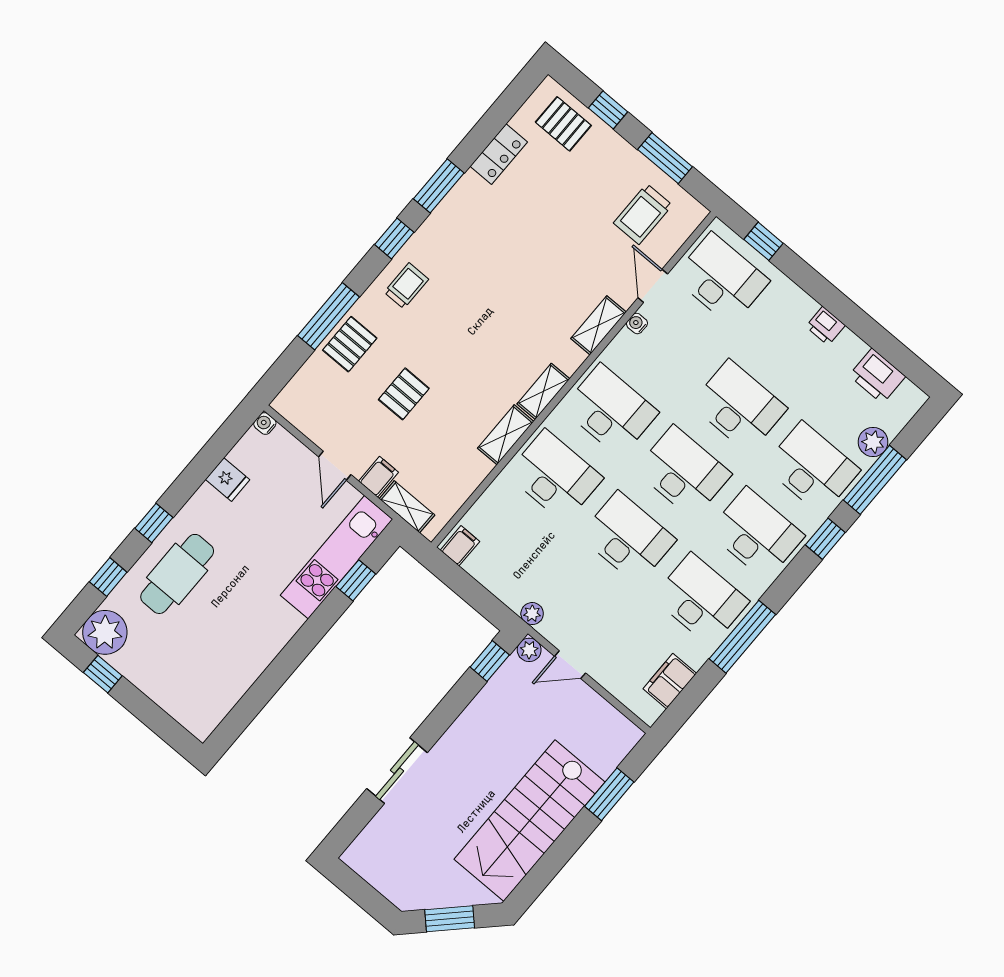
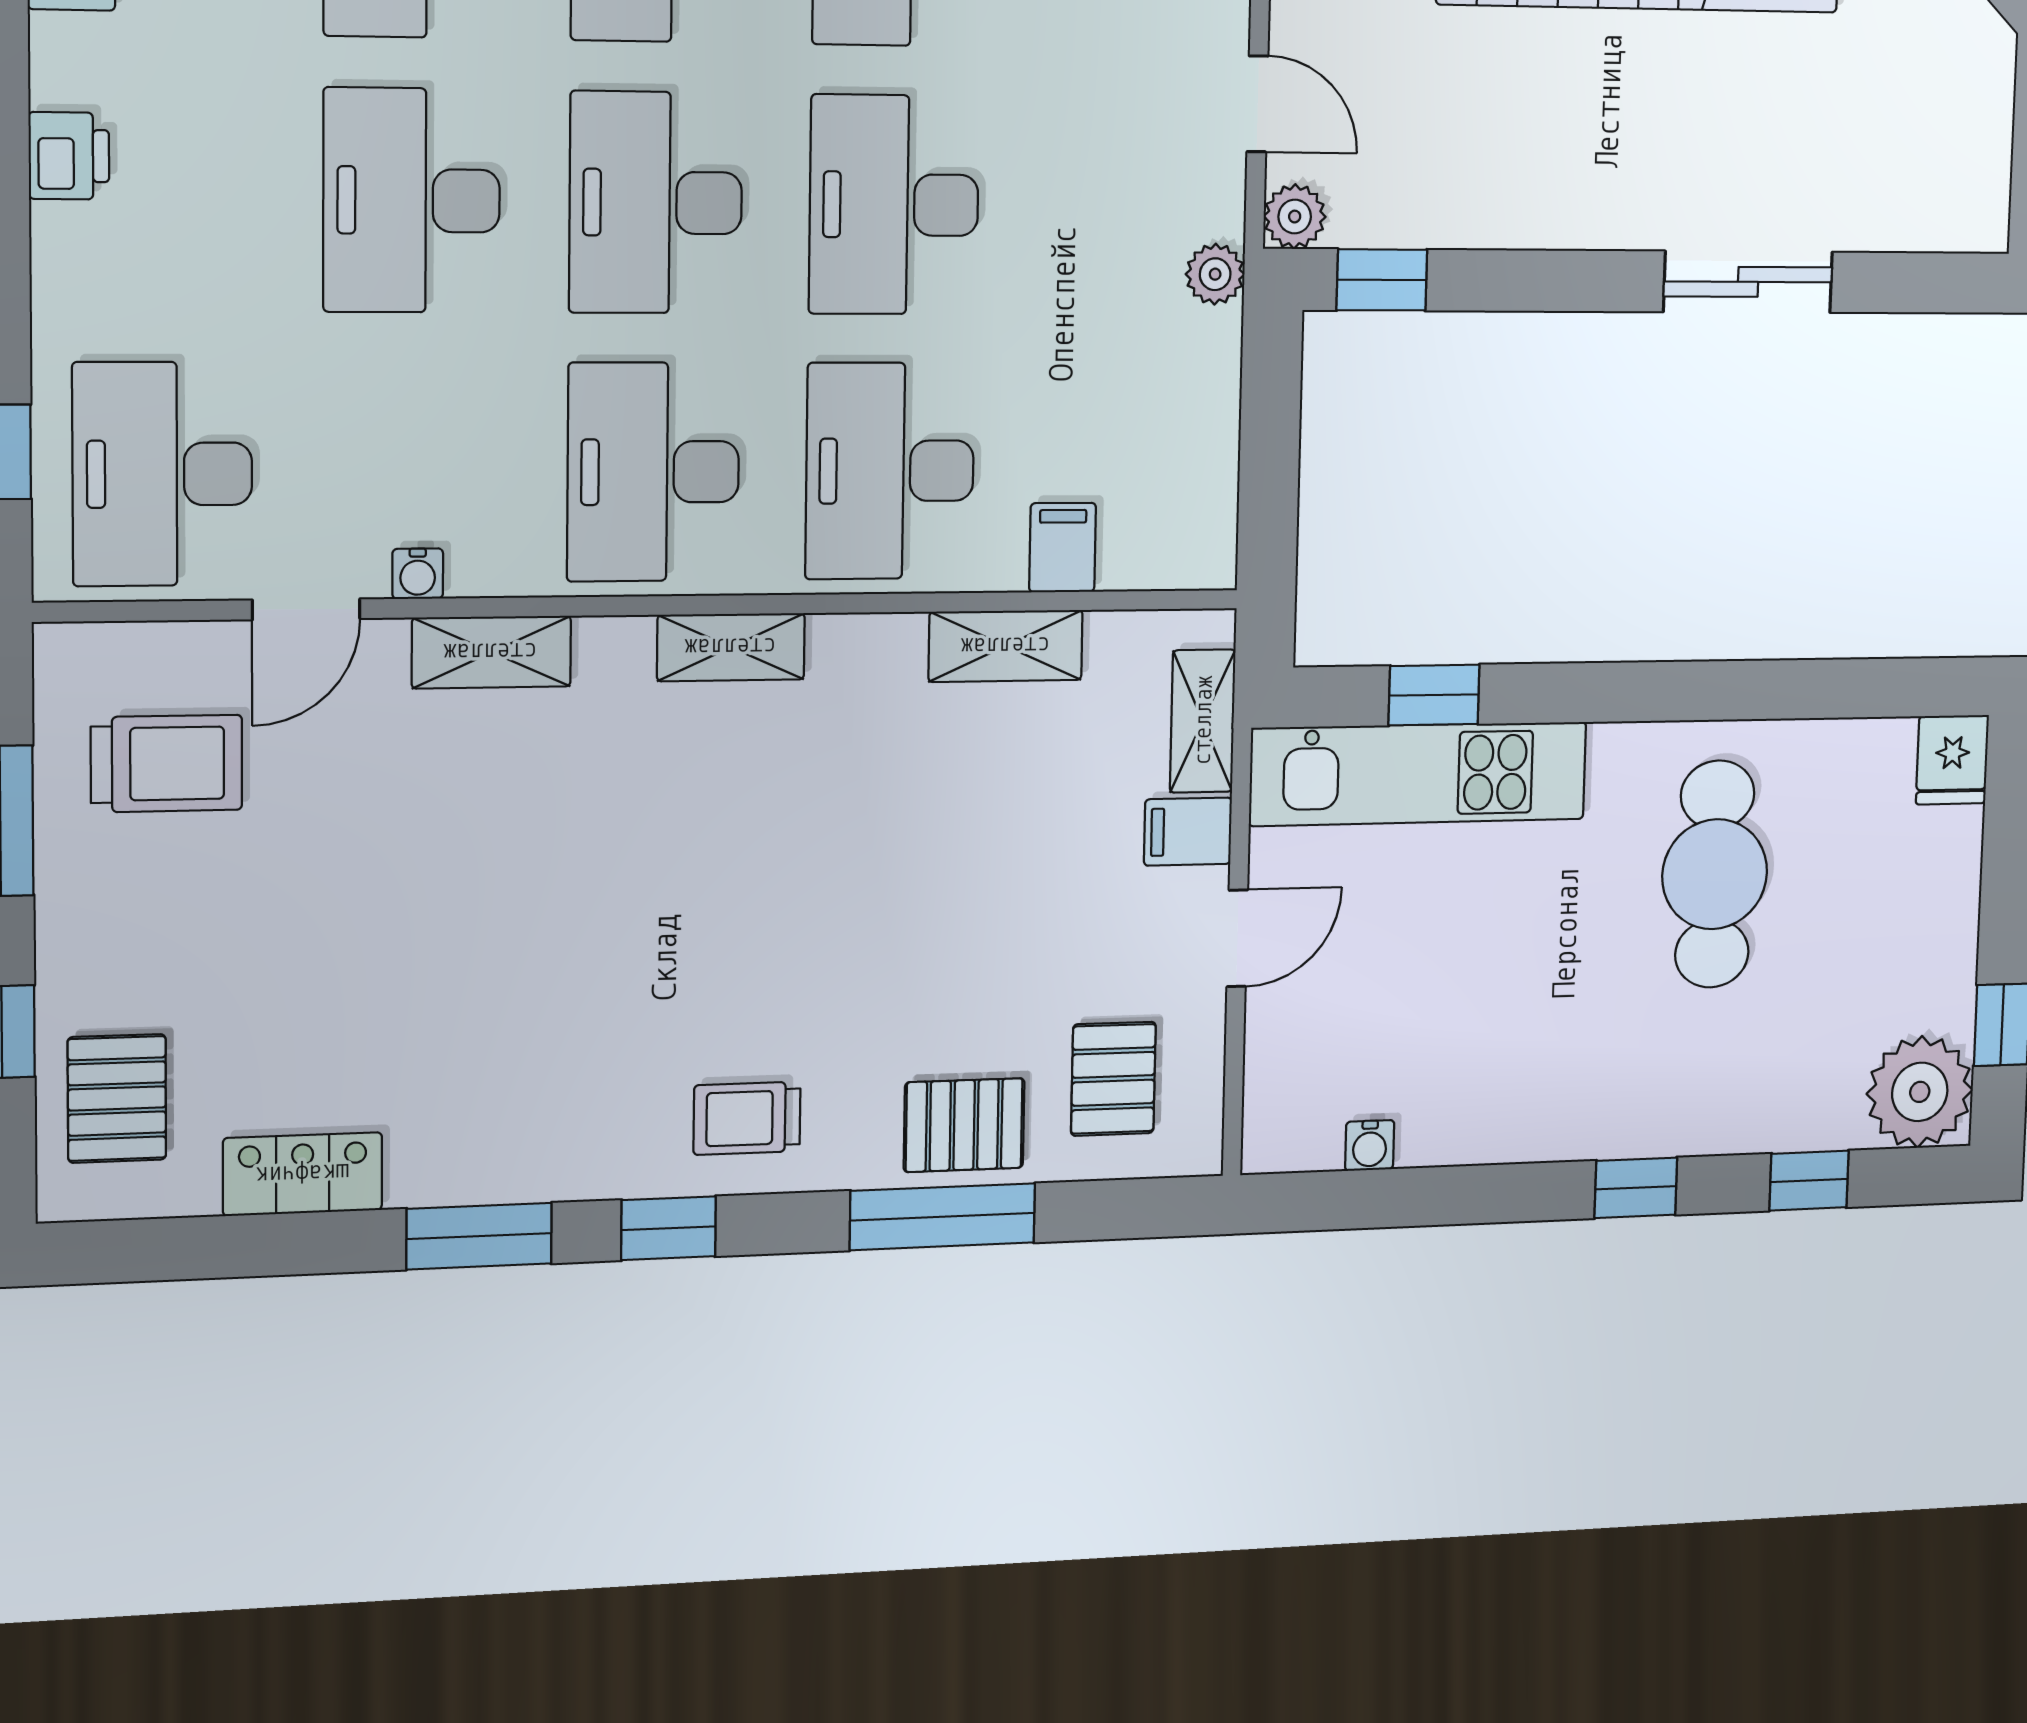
pallet: (404, 394) -> (1113, 1079), moved, turned 90
water cooler: (265, 423) -> (1370, 1145), moved
shelving: (506, 435) -> (1006, 646), moved
fridge: (228, 480) -> (1952, 760), moved, turned 180
filing cabinet: (460, 546) -> (1063, 548), moved, turned 90
cafe table: (177, 574) -> (1715, 874), moved, turned 90

